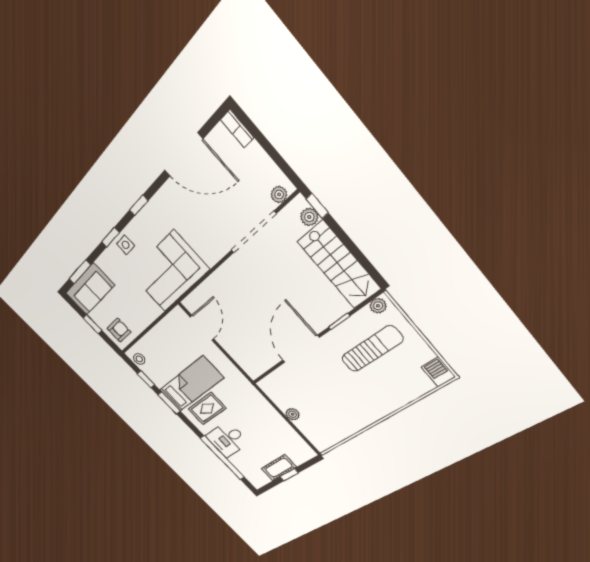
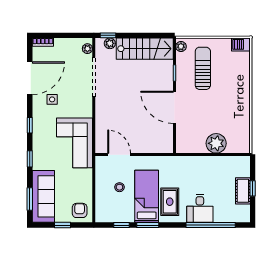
side table: (126, 245) -> (52, 99), moved
sofa: (90, 289) -> (43, 196), width x1.36
stool: (139, 359) -> (119, 187), moved
plant: (293, 414) -> (216, 143), width x1.87, depth x1.87

